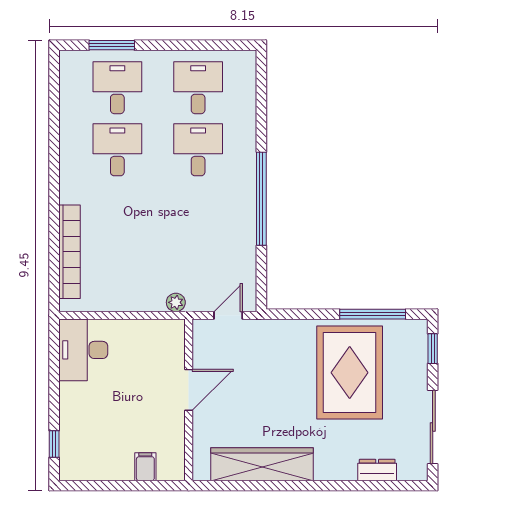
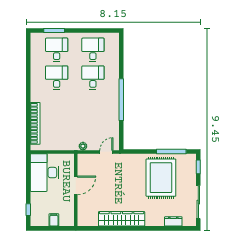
desk: (83, 350) -> (45, 173), width x1.36, depth x1.30
door: (189, 390) -> (76, 185), moved
wall: (189, 400) -> (76, 190), moved
filing cabinet: (145, 467) -> (54, 220), moved

